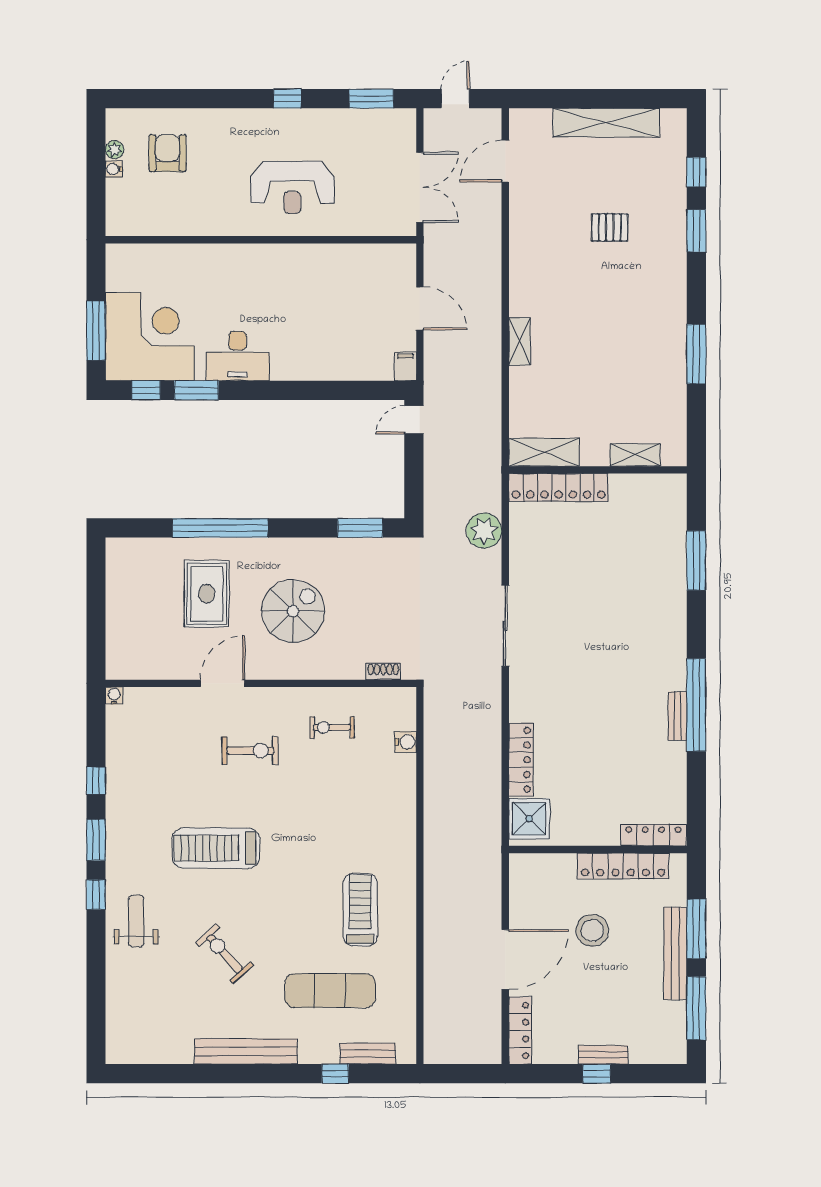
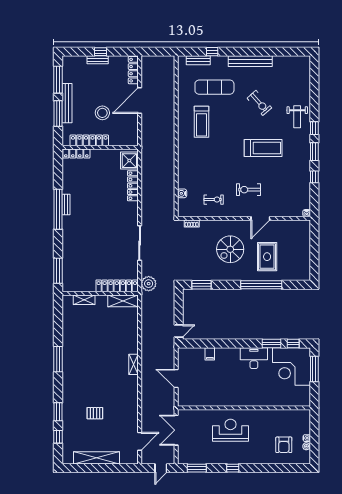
filing cabinet: (405, 366) -> (210, 354), moved
shelving: (544, 452) -> (123, 301), moved
shelving: (635, 455) -> (84, 300), moved
wall: (598, 470) -> (100, 293), moved
locker: (559, 487) -> (117, 286), moved

